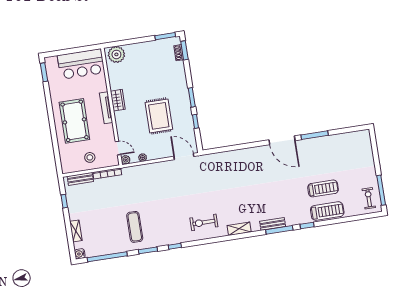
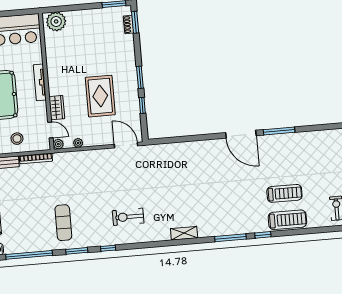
wardrobe: (118, 100) -> (57, 108), moved
exercise bike: (204, 222) -> (128, 217), moved
bench: (273, 224) -> (223, 230), removed

